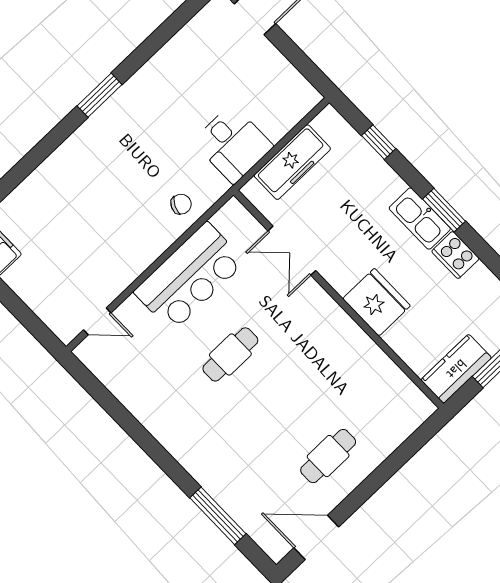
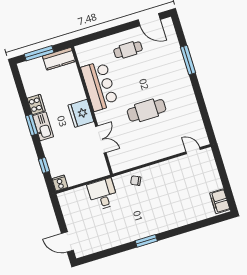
cooker: (329, 123) -> (60, 183), added
freezer: (292, 162) -> (83, 175), removed
bar counter: (190, 277) -> (99, 86), moved, turned 90
fridge: (377, 302) -> (81, 113), moved
cafe table: (230, 354) -> (147, 110), width x1.37, depth x1.35
window: (218, 516) -> (188, 60), moved

